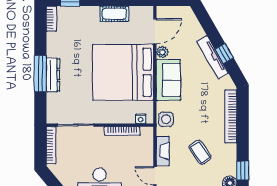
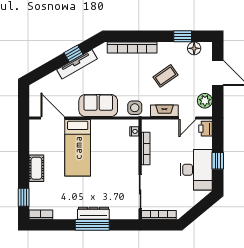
cot: (114, 14) -> (36, 168), moved
plant: (162, 52) -> (72, 111), removed
bed: (123, 72) -> (78, 148), width x0.49

